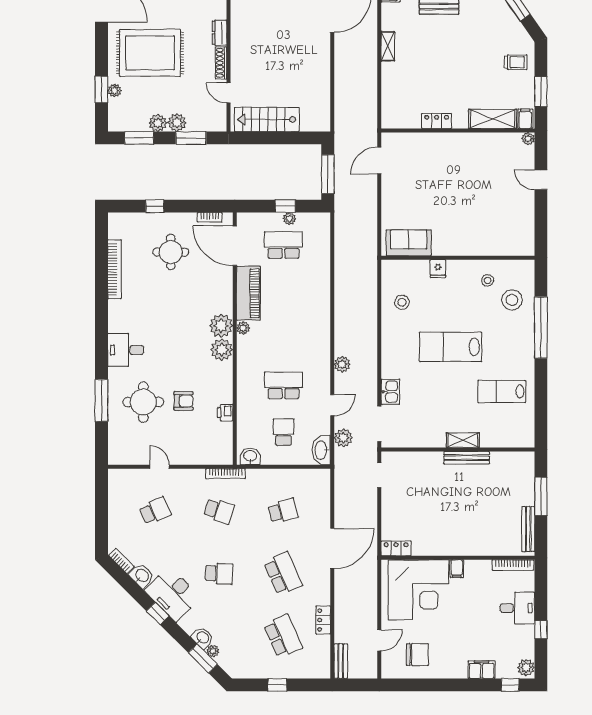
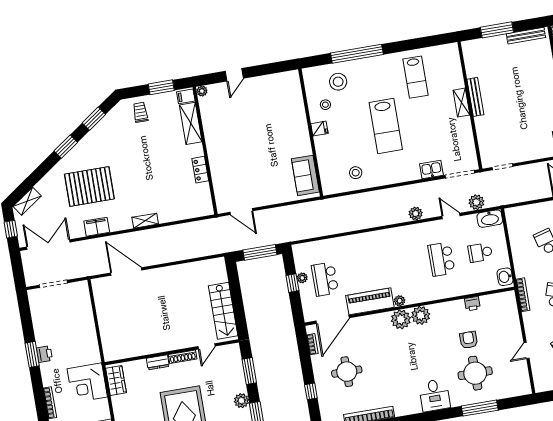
plant: (177, 123) -> (238, 385), removed
fridge: (438, 269) -> (319, 129), moved

